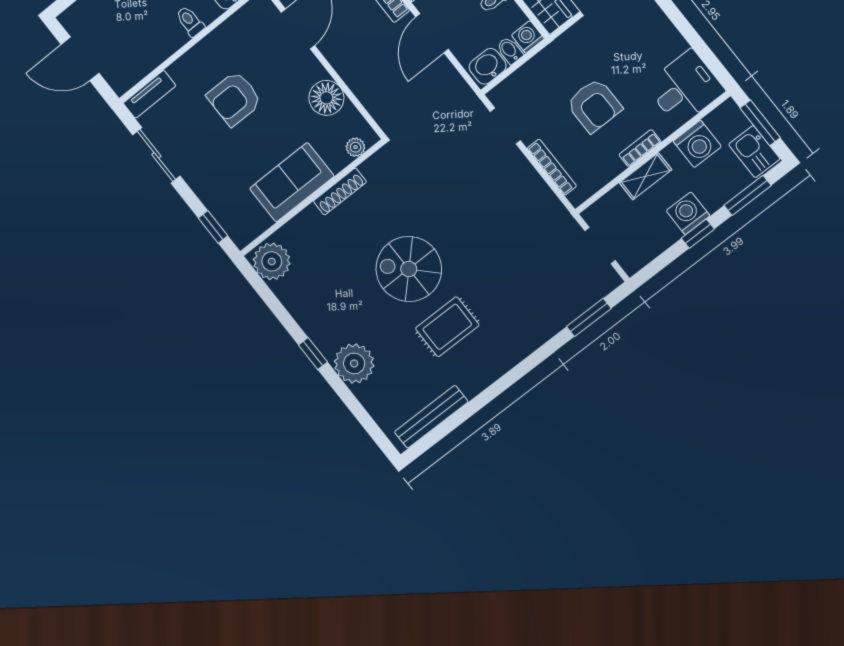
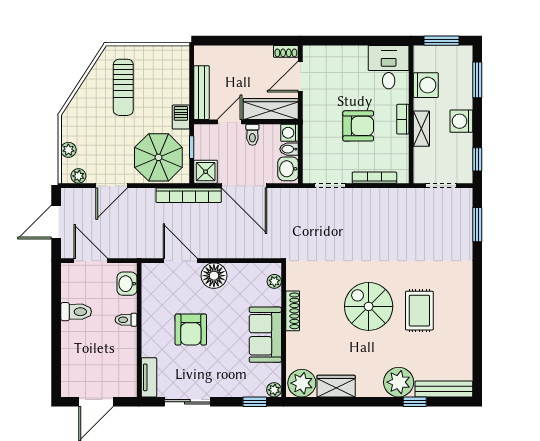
door: (432, 33) -> (244, 186), width x1.36
floor lamp: (326, 98) -> (214, 276), moved
kitchen sink: (754, 152) -> (455, 57), removed
window: (698, 234) -> (477, 159), moved
plant: (242, 237) -> (274, 390), added
spiral stairs: (409, 269) -> (369, 306), turned 90
wardrobe: (297, 300) -> (336, 386), added
window: (313, 353) -> (415, 402), moved
bench: (431, 417) -> (444, 389), moved, turned 90

